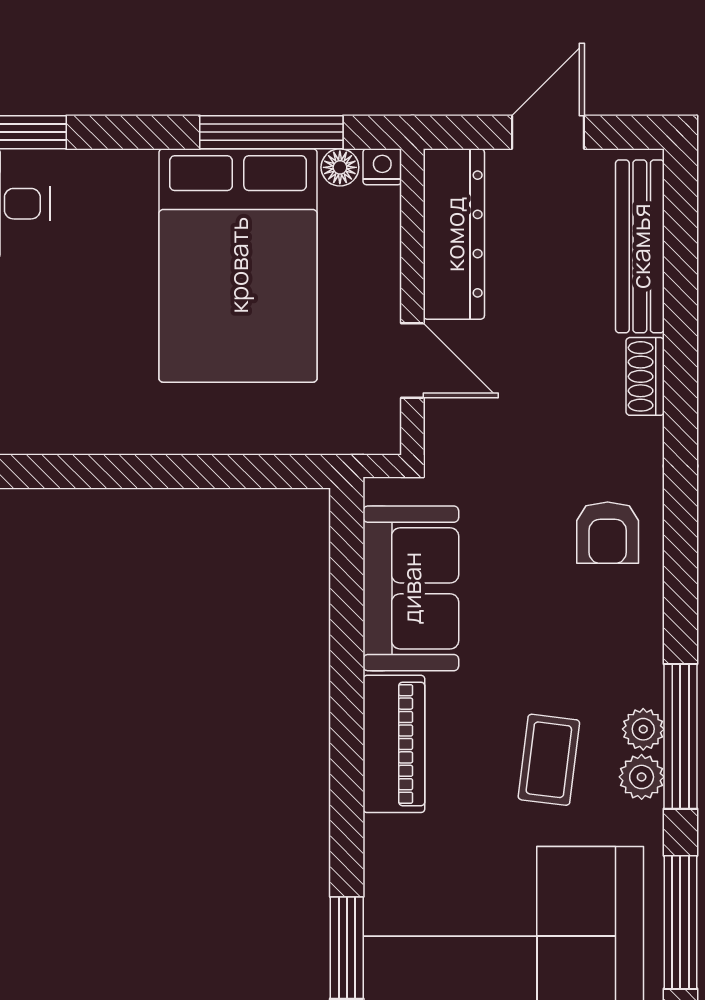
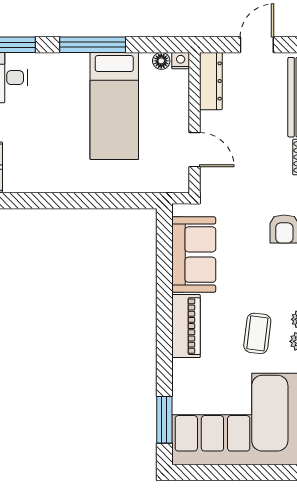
window: (271, 132) -> (93, 45), moved
dresser: (454, 234) -> (211, 81), width x0.73, depth x0.80
bed: (238, 265) -> (114, 106), width x0.67

